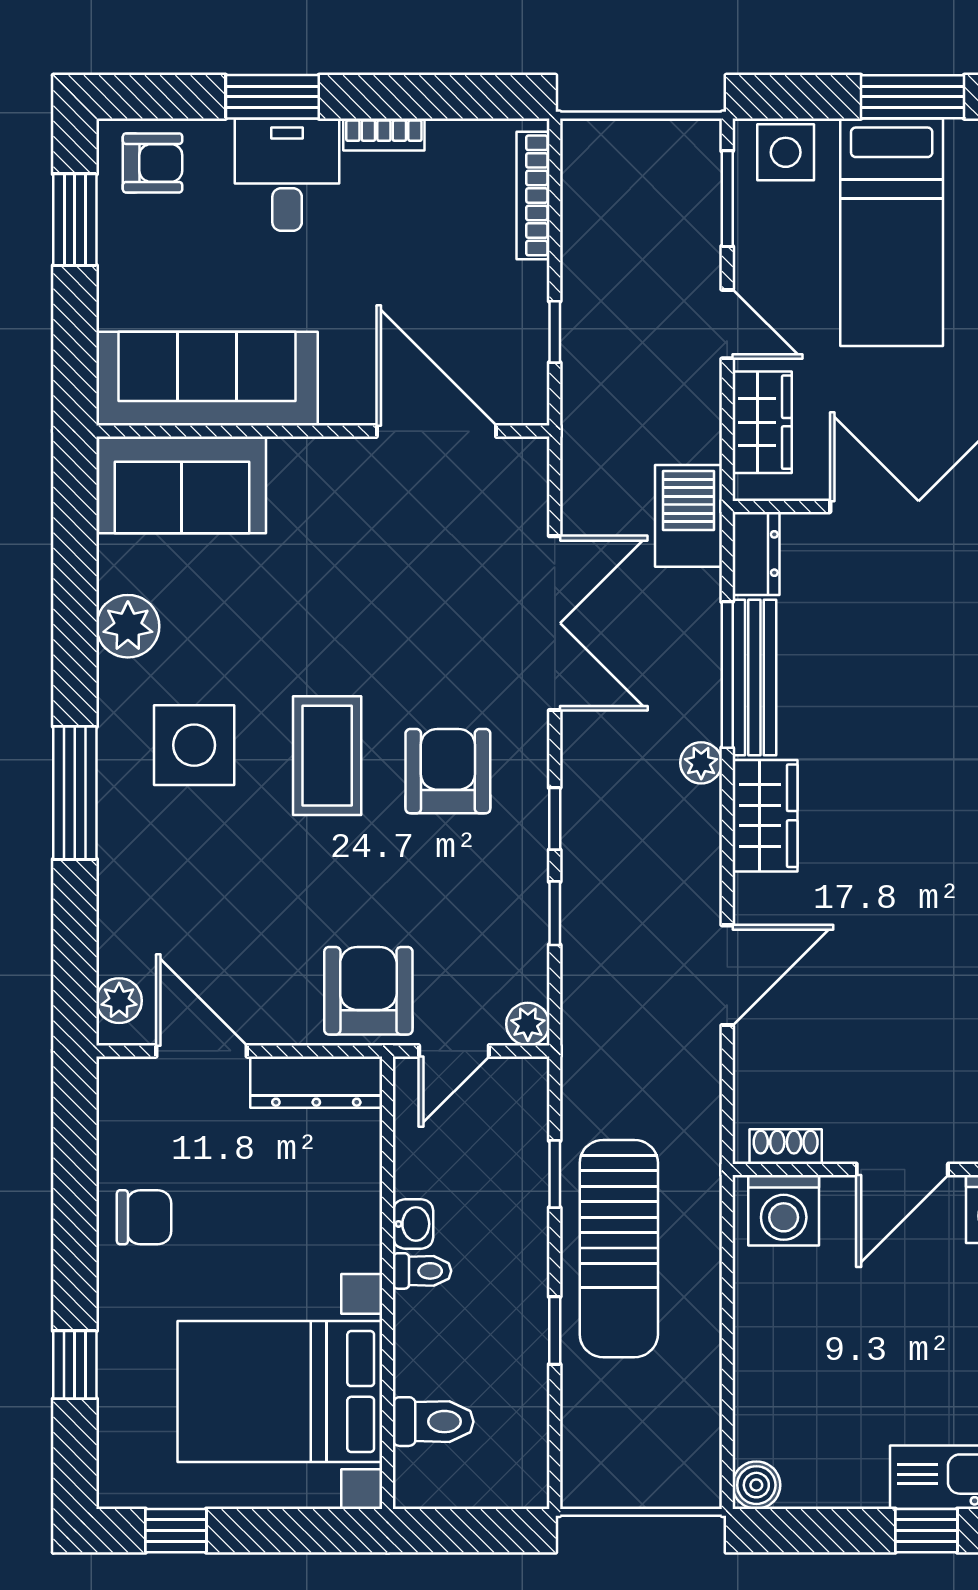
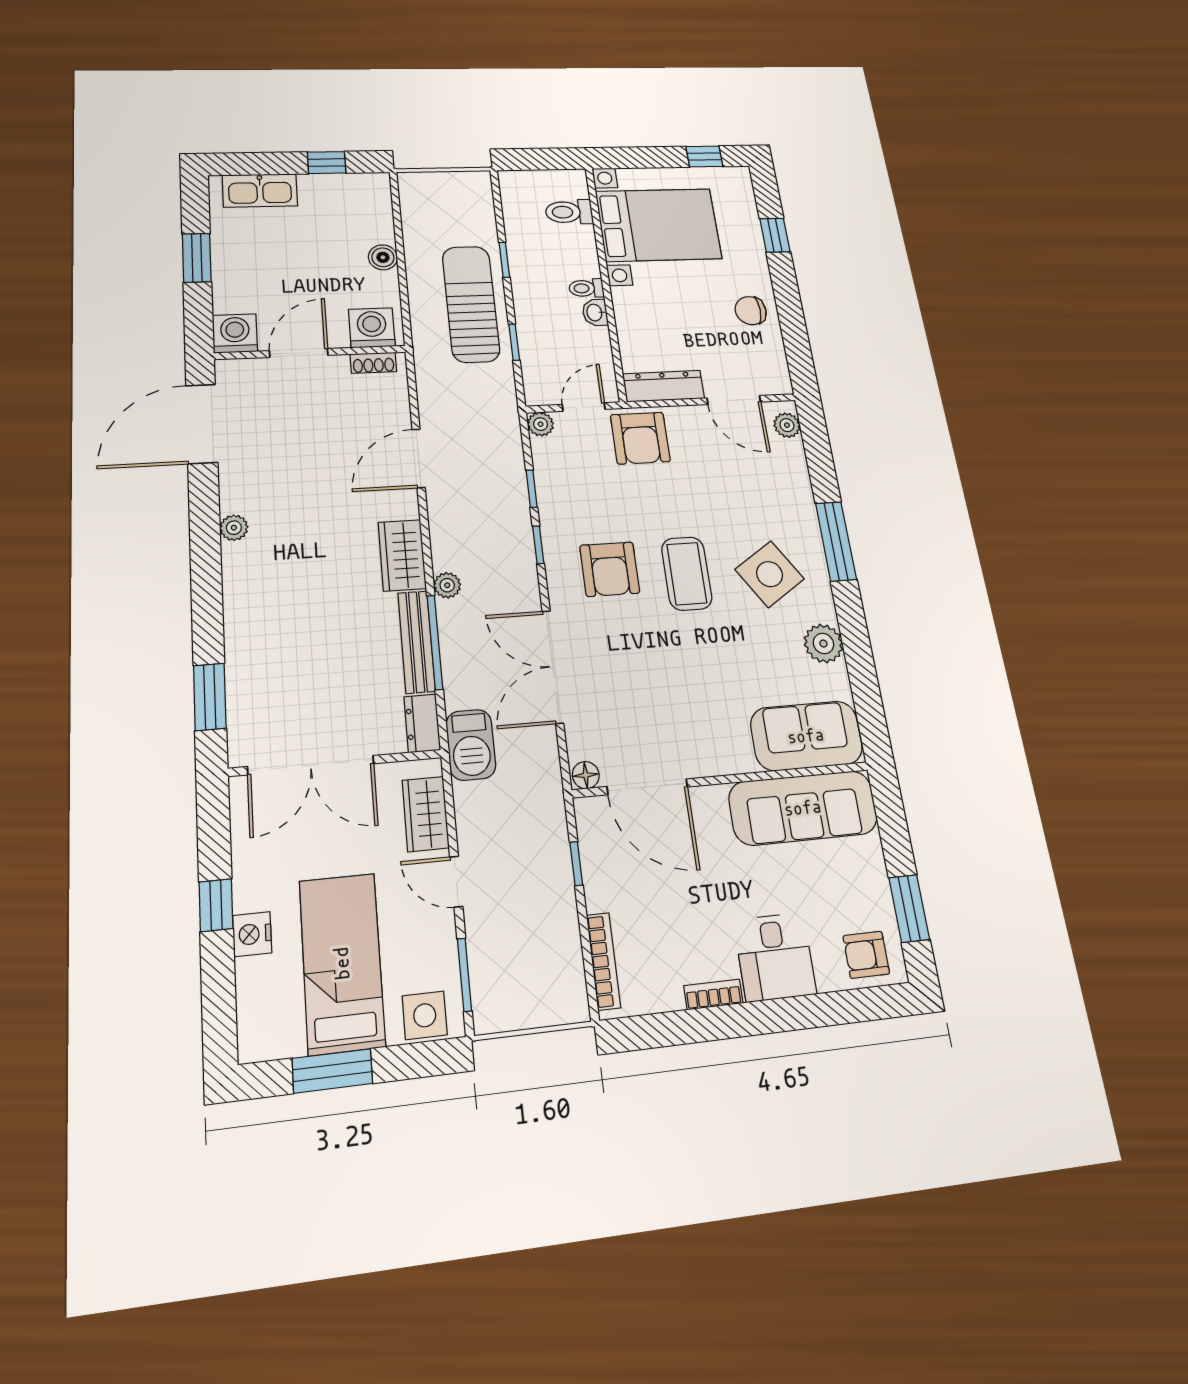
window: (272, 97) -> (794, 1013), removed
floor lamp: (525, 456) -> (586, 775), added
side table: (194, 745) -> (770, 574), turned -33
boiler: (756, 1485) -> (383, 257), moved
window: (926, 1531) -> (327, 163), moved

